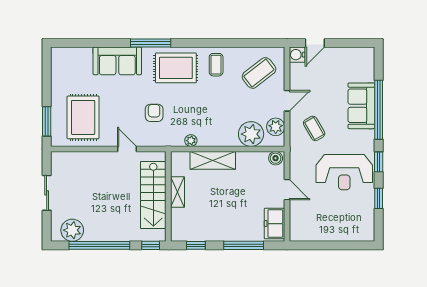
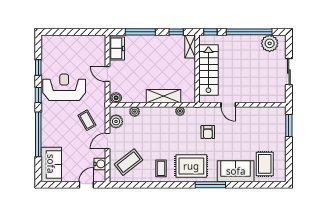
water cooler: (297, 55) -> (100, 164), moved
sofa: (361, 106) -> (51, 164), moved
rug: (83, 117) -> (265, 164), moved, width x0.73, depth x0.70
plant: (251, 134) -> (135, 112), width x0.53, depth x0.53
shelving: (178, 192) -> (190, 47), moved

